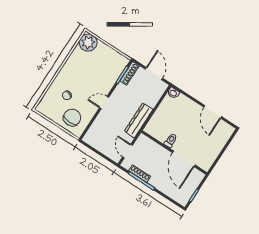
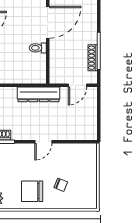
door: (104, 103) -> (43, 142), hinge flipped
chair: (72, 118) -> (32, 191), moved

